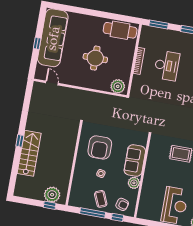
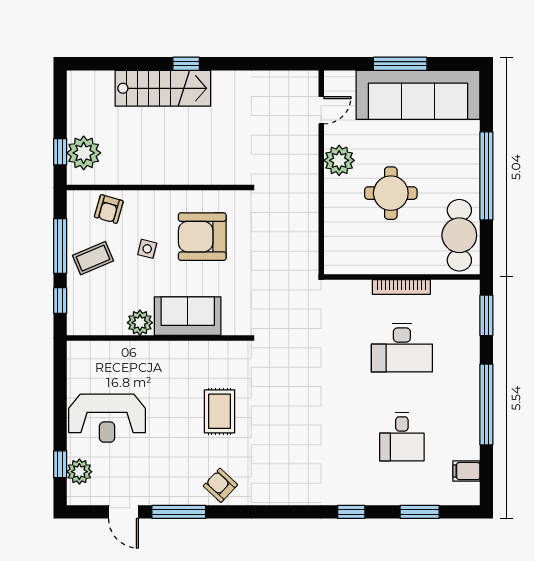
window: (95, 13) -> (486, 176), added
window: (37, 43) -> (400, 64), width x2.17
plant: (118, 86) -> (339, 160), moved
armchair: (122, 204) -> (109, 209), moved

